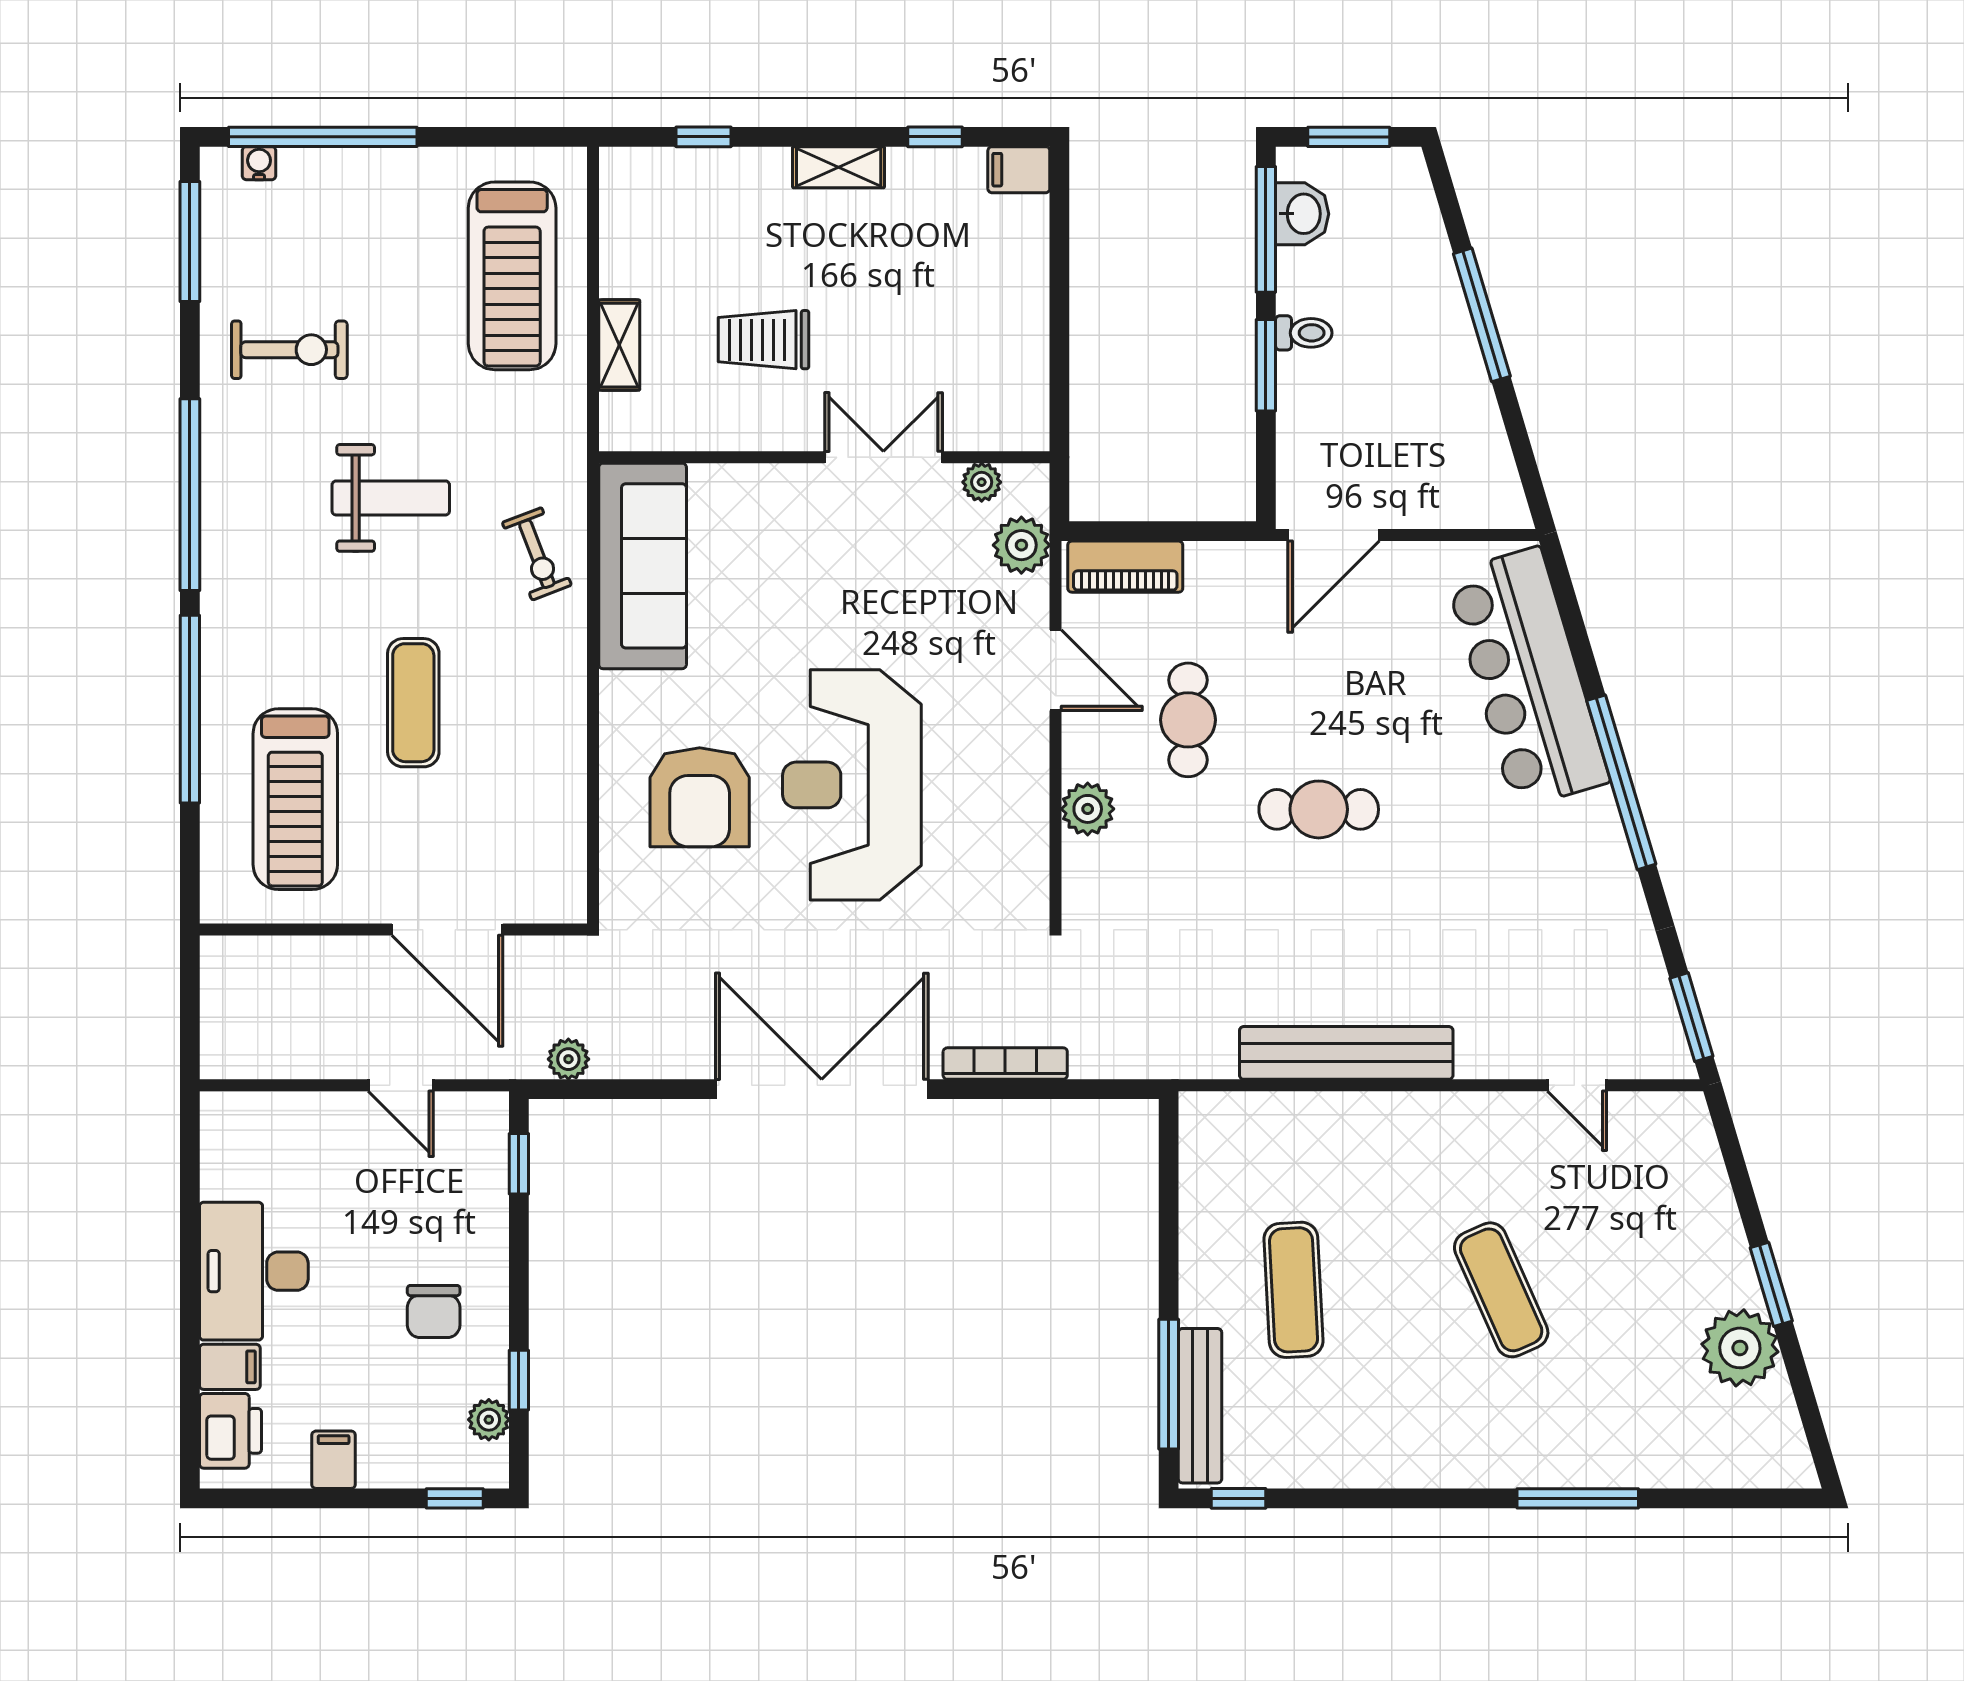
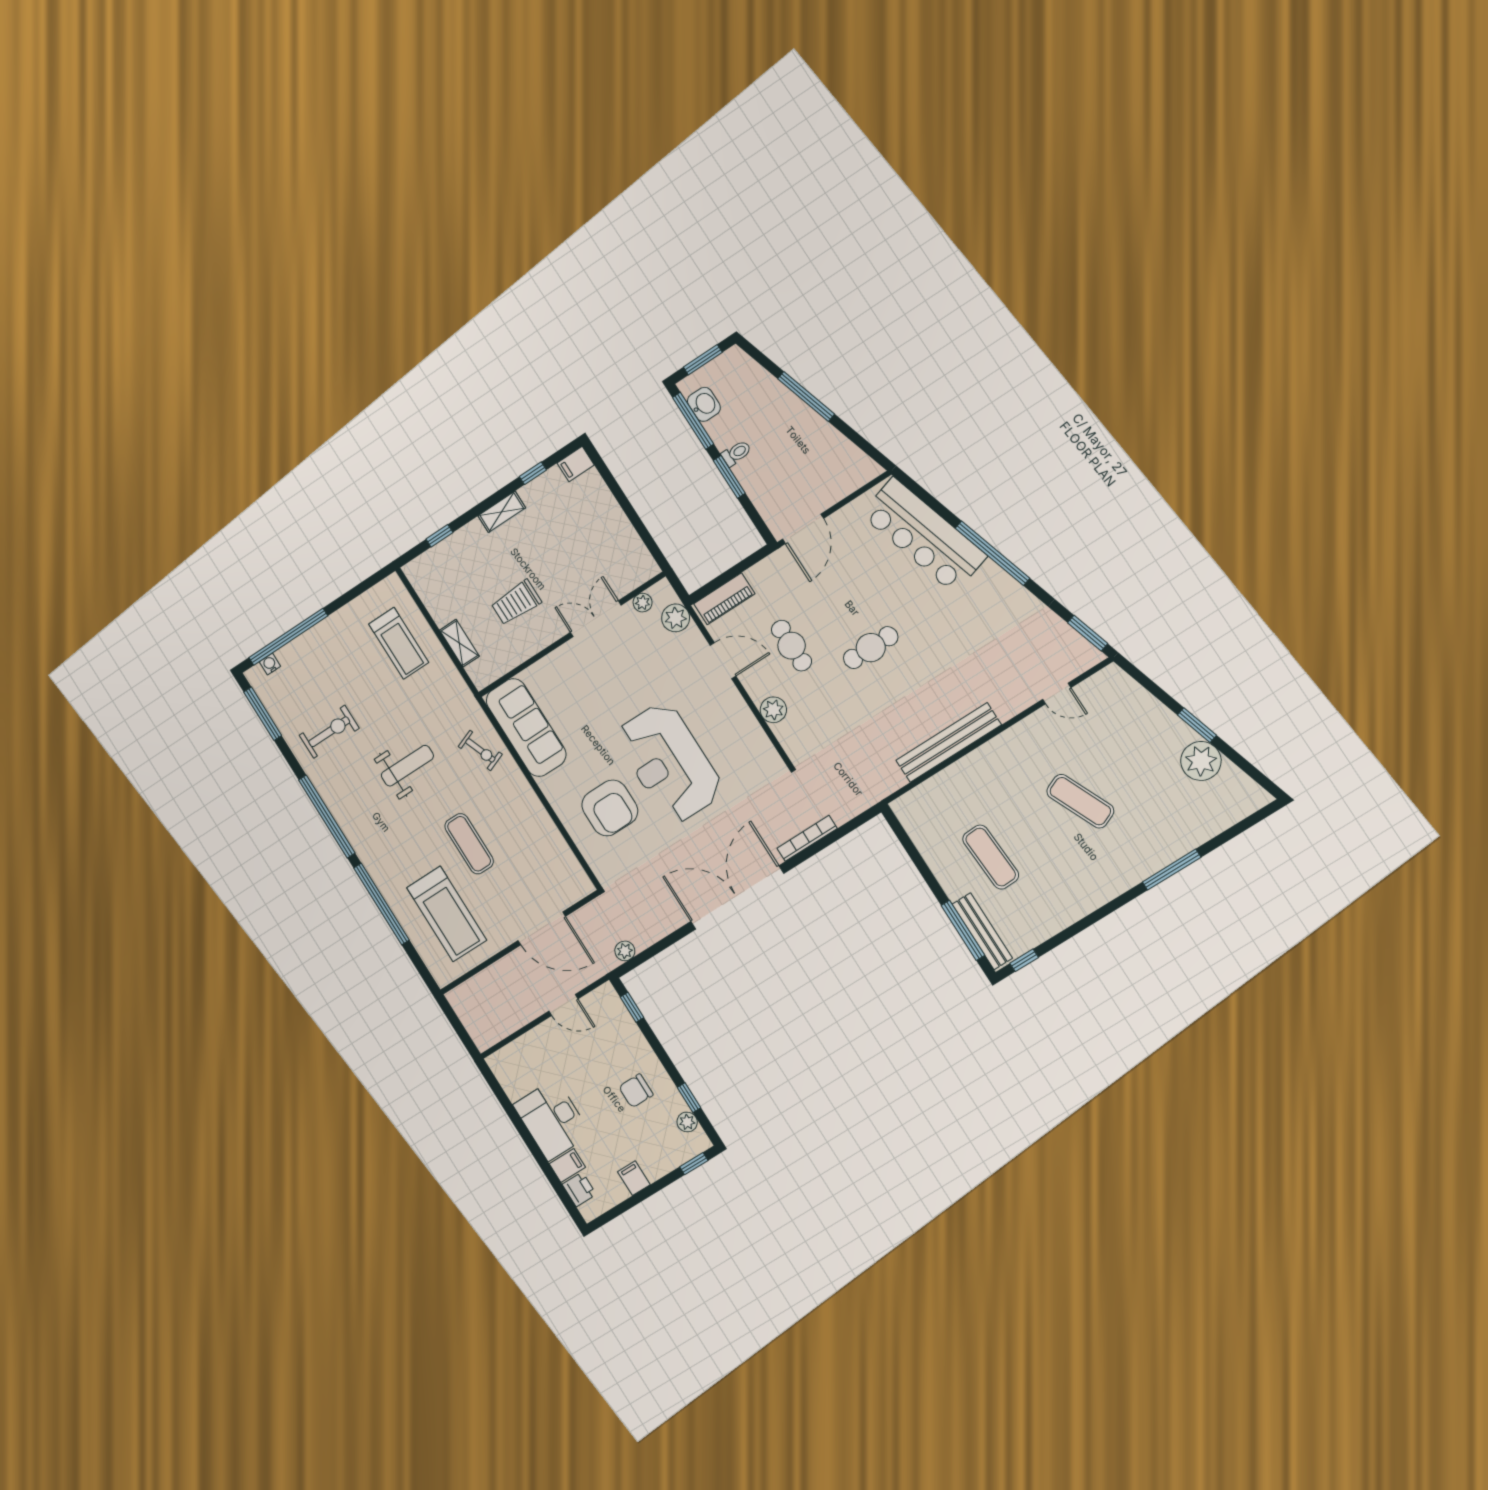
treadmill: (512, 276) -> (399, 643), width x0.73, depth x0.73
chair: (434, 1311) -> (636, 1091), turned 90
printer: (230, 1431) -> (579, 1189), width x0.73, depth x0.81

